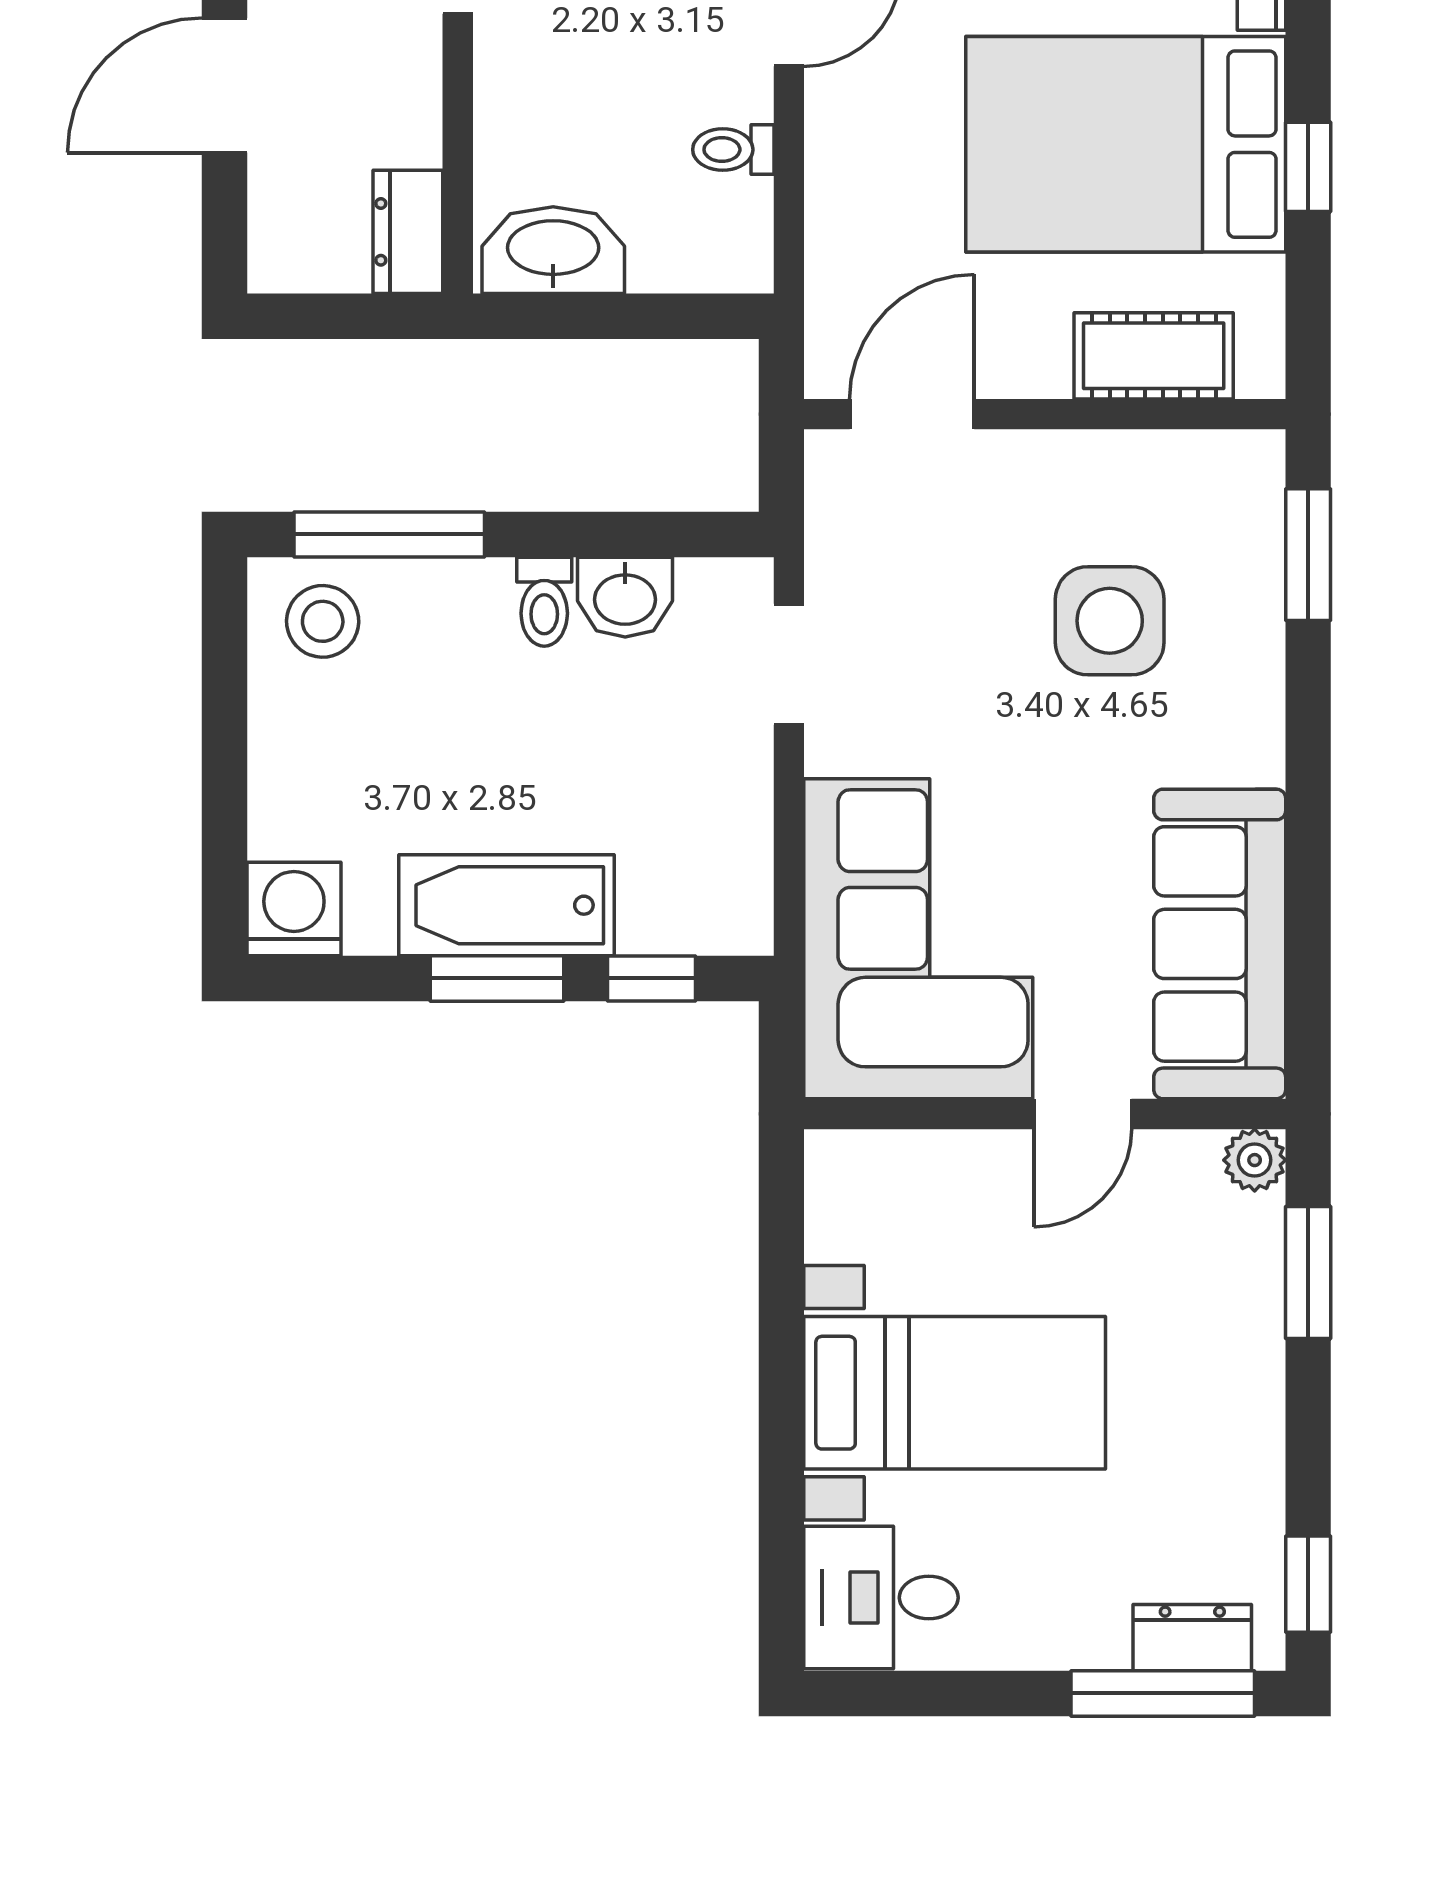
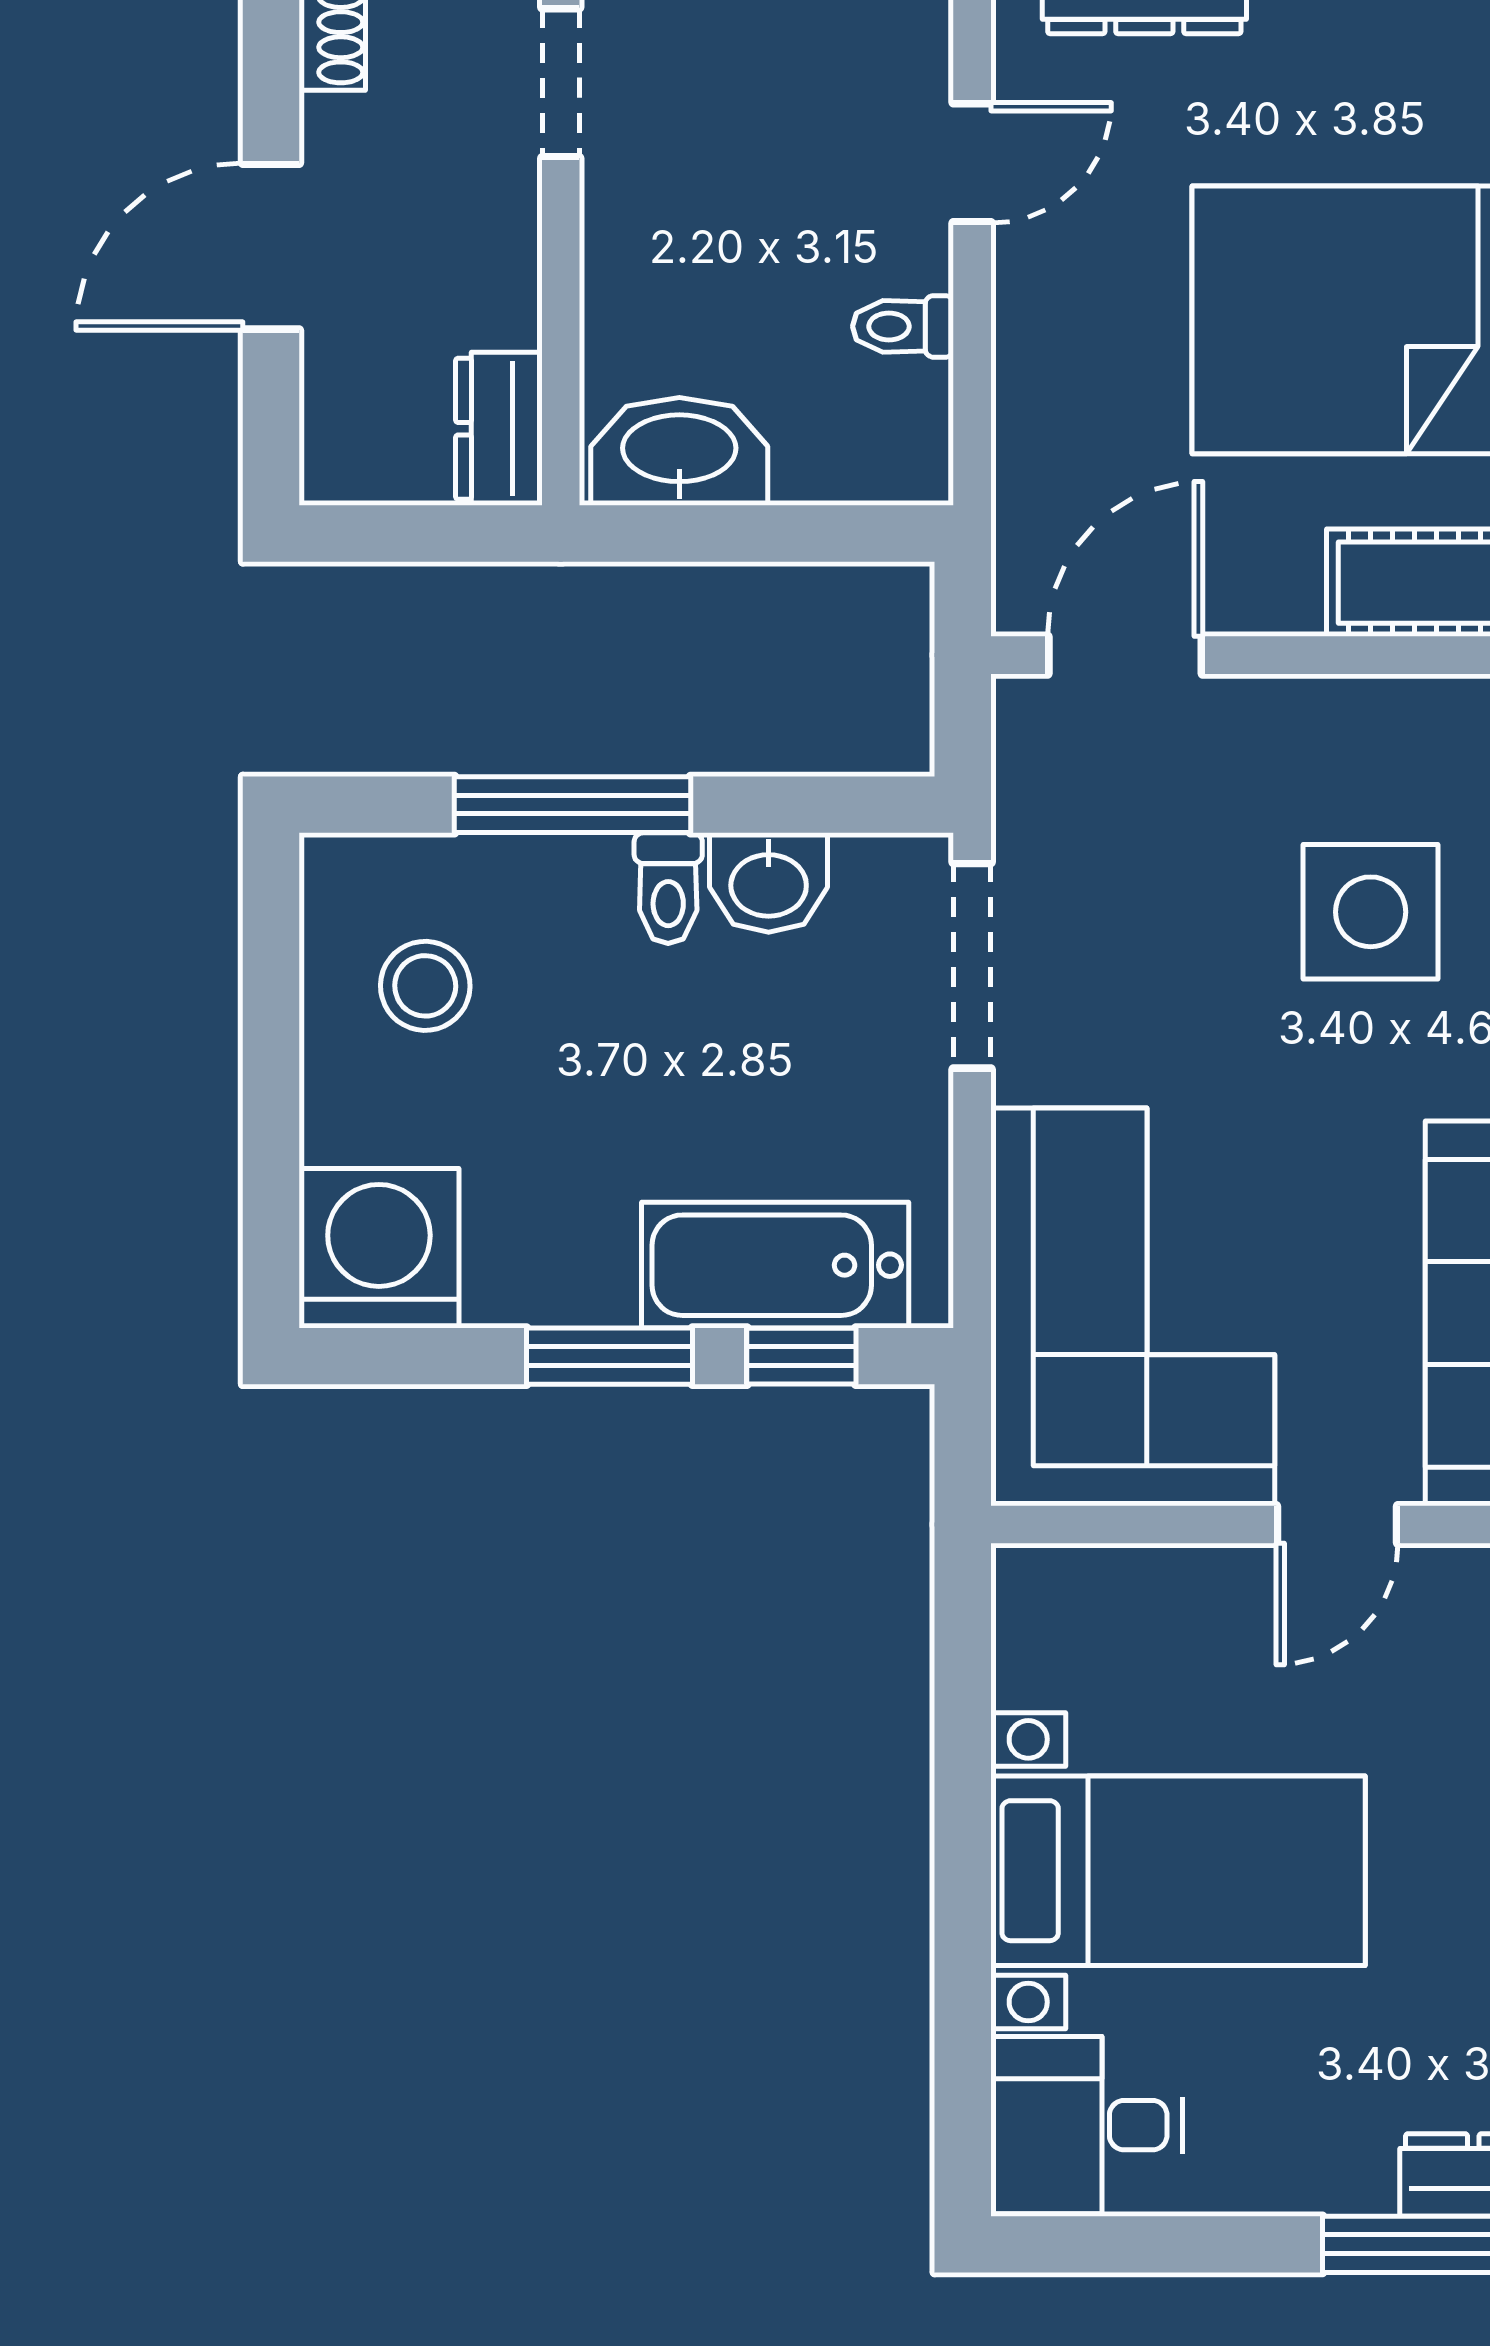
window: (389, 534) -> (573, 805), moved
stool: (323, 621) -> (425, 986), moved
doorway: (789, 664) -> (972, 966), width x1.38
bathtub: (507, 905) -> (775, 1265), moved
washing machine: (294, 909) -> (379, 1248), width x1.37, depth x1.37

